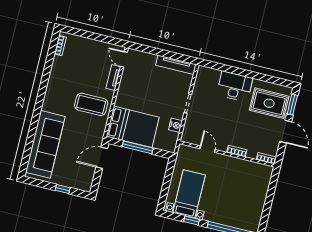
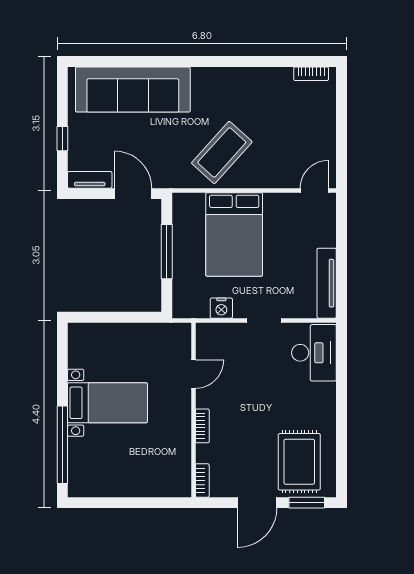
tv unit: (113, 78) -> (90, 180), moved
desk: (235, 86) -> (314, 353), moved
coffee table: (91, 104) -> (222, 152), turned 42
bed: (133, 127) -> (234, 234), moved
bed with nightstands: (189, 194) -> (107, 403), moved
window: (192, 220) -> (62, 376), removed

